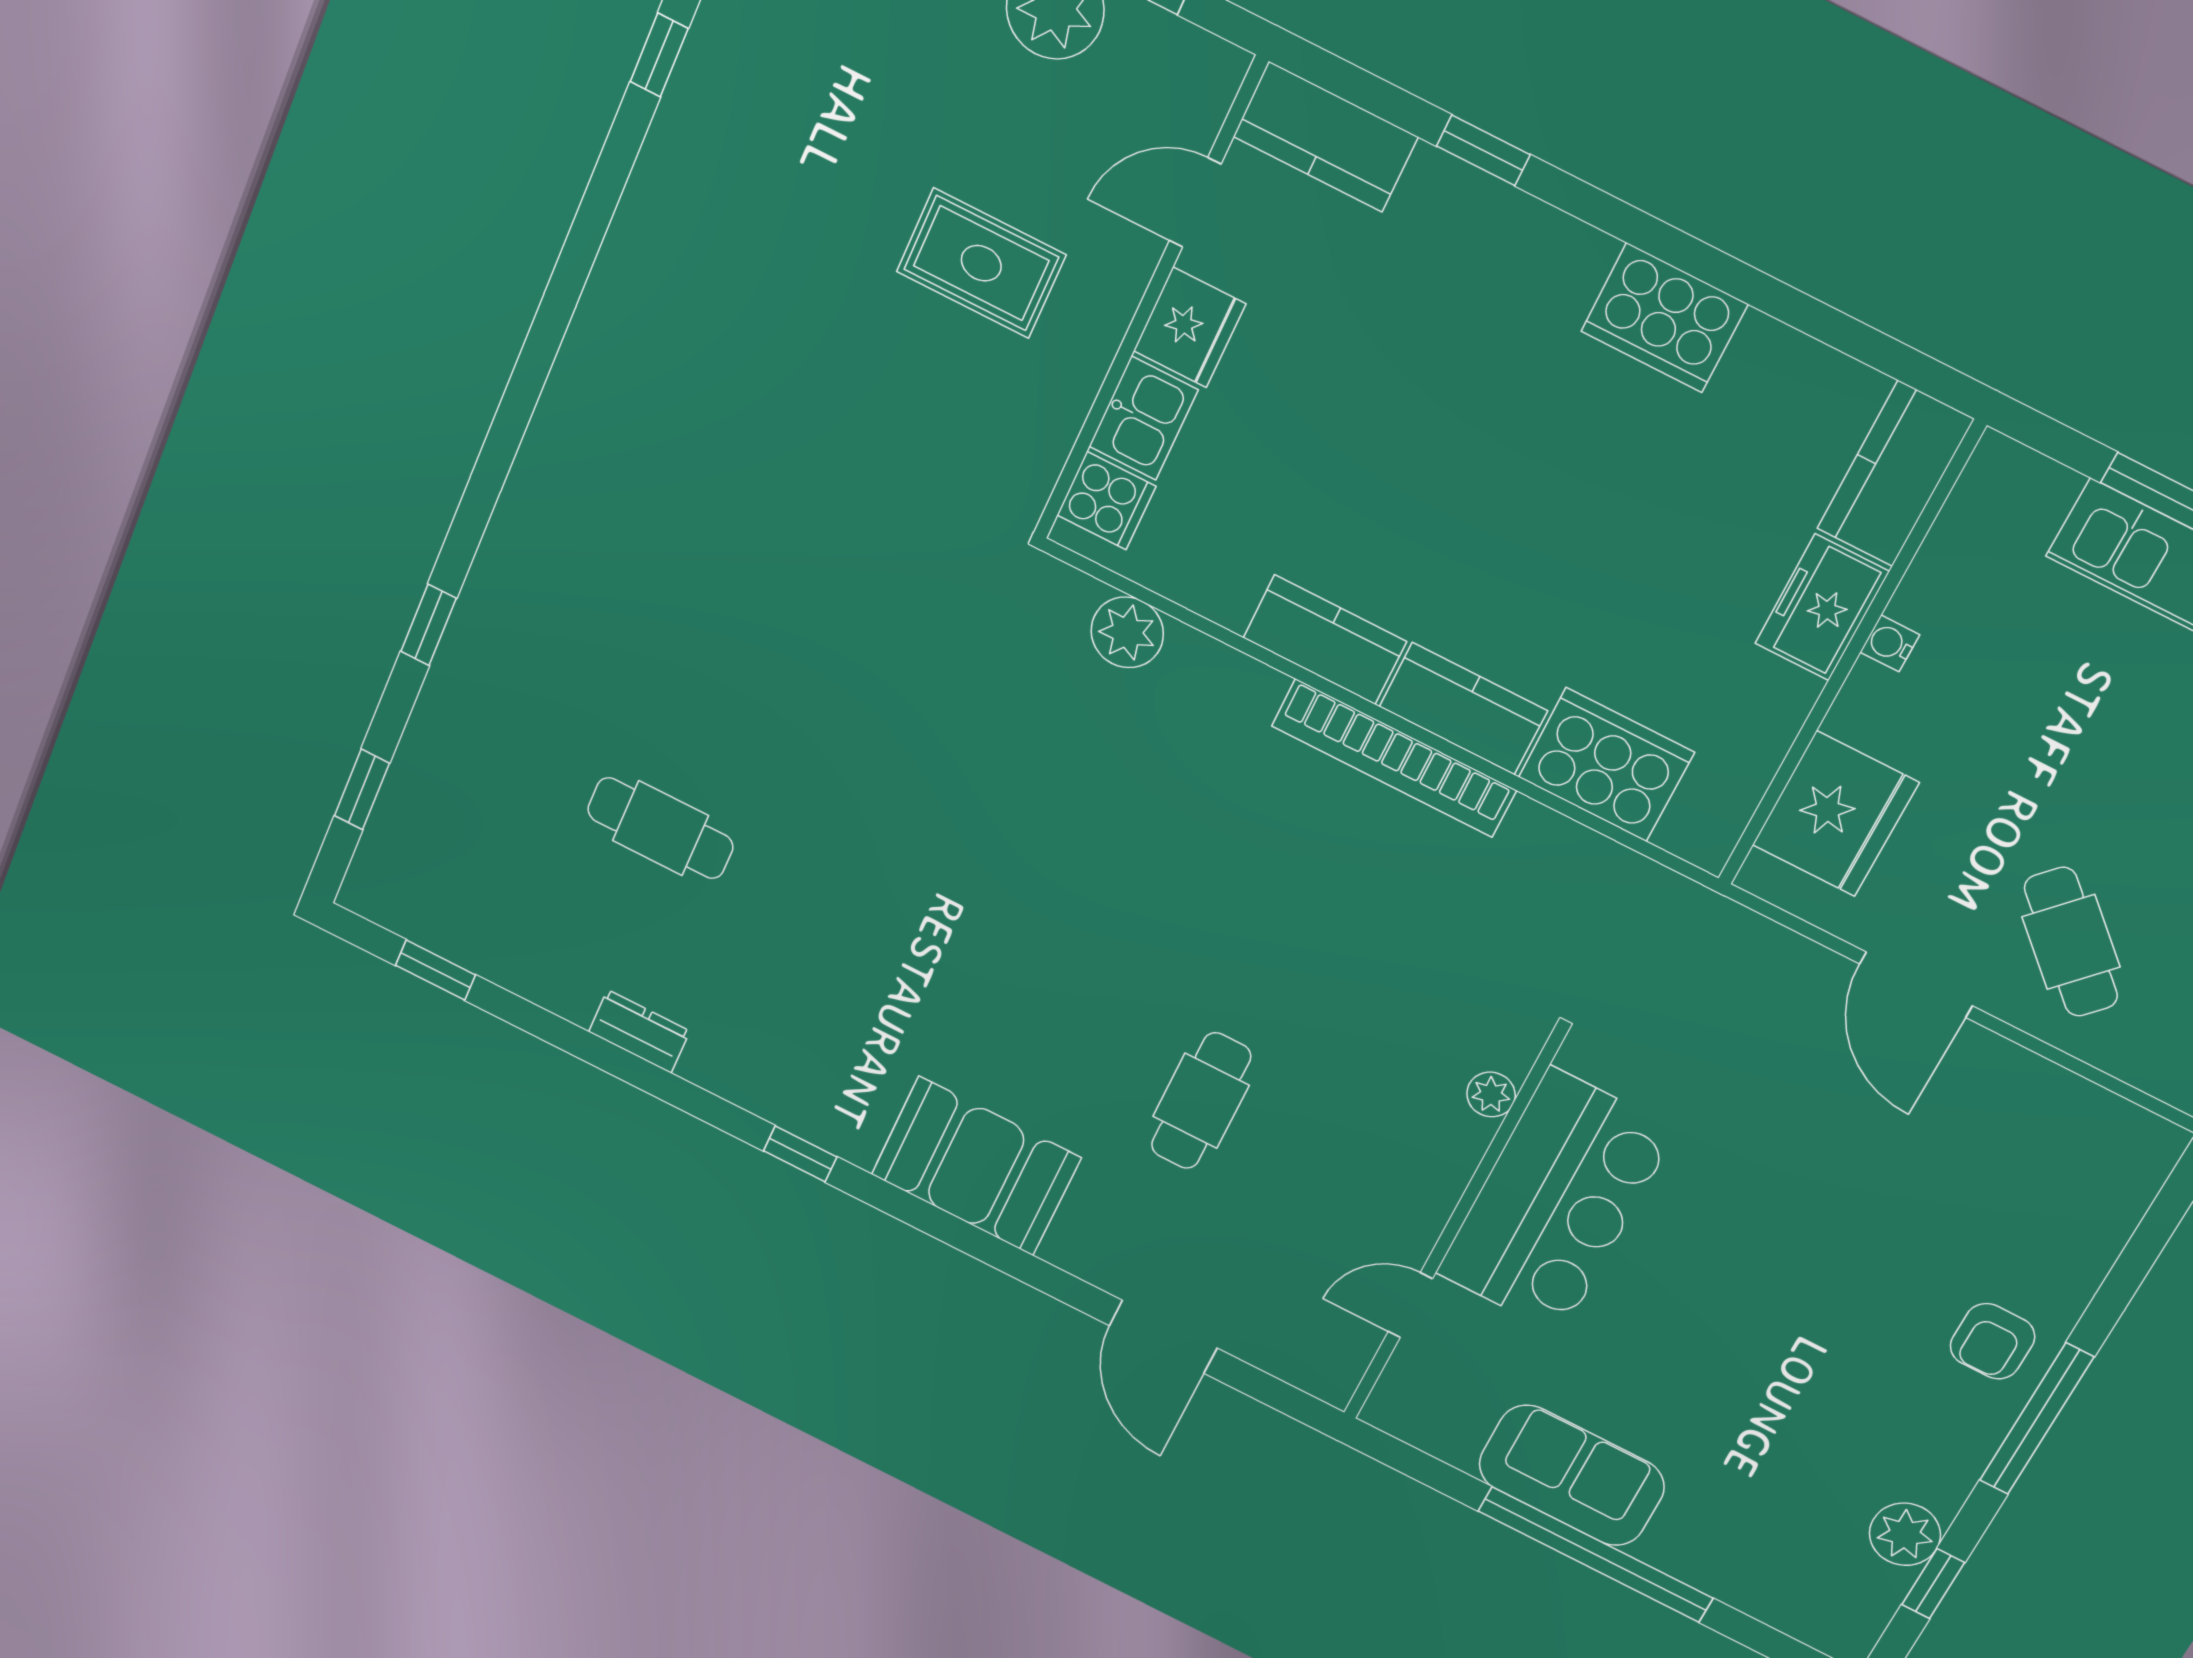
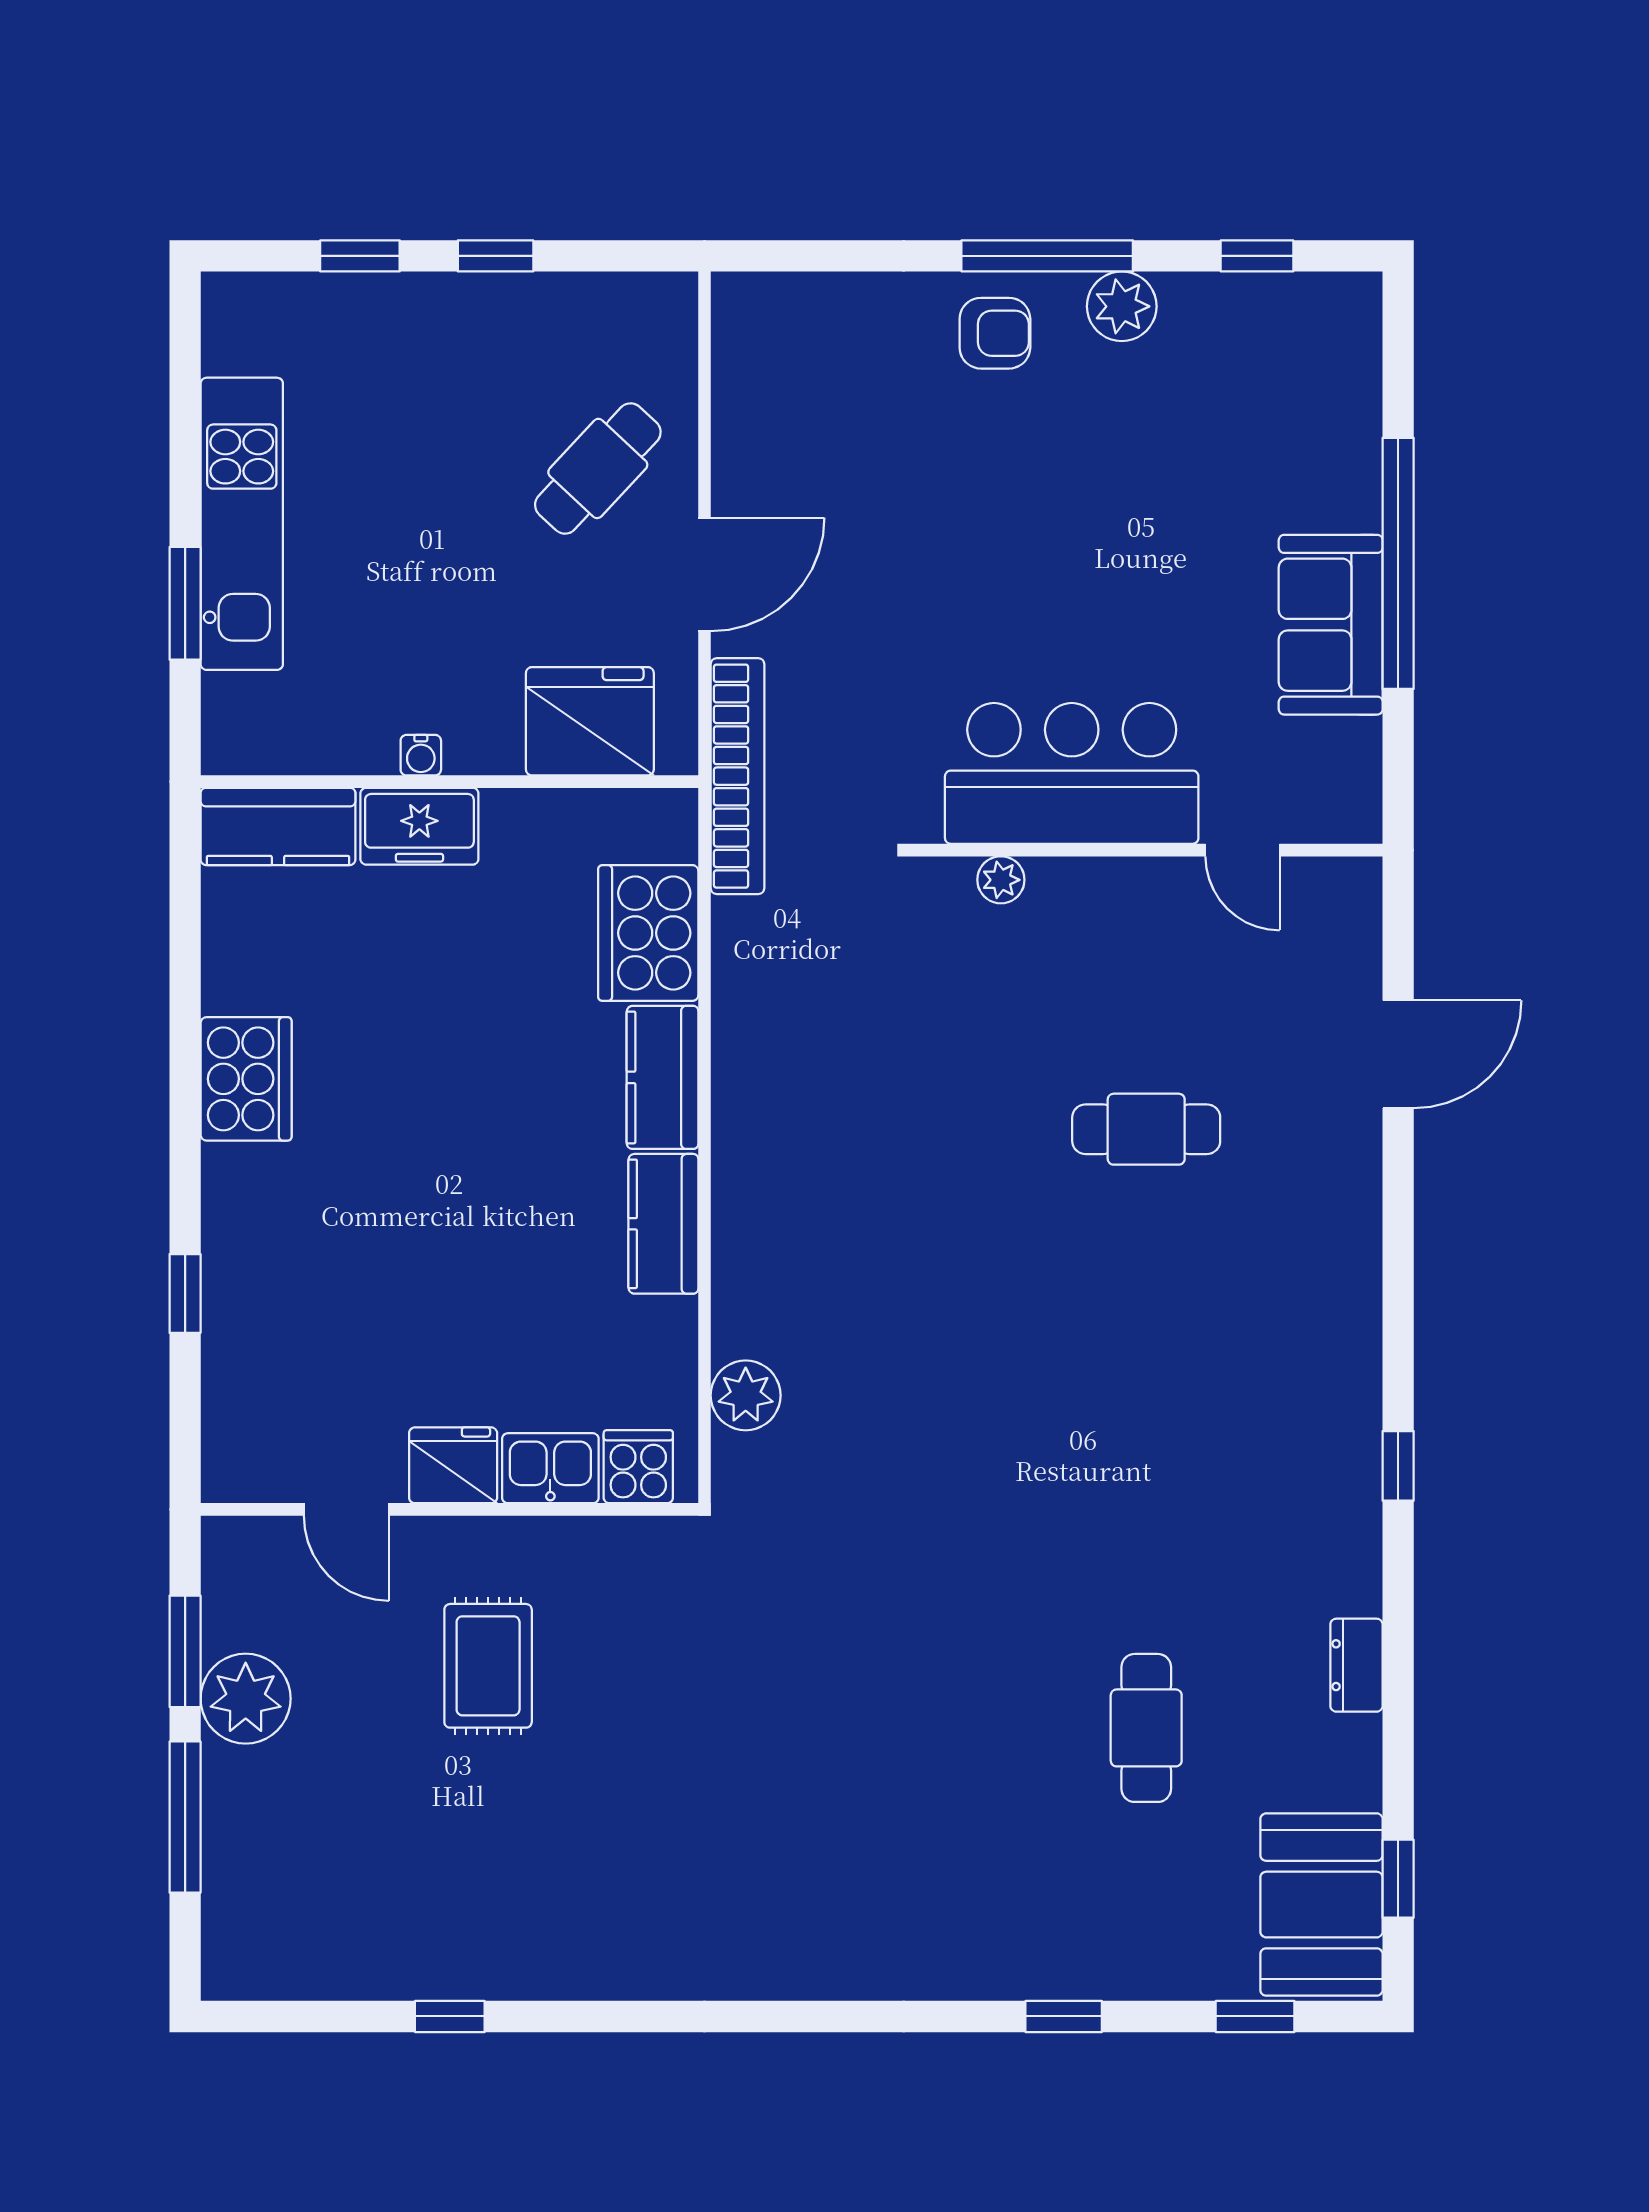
kitchen counter: (1325, 137) -> (239, 1427), removed
bookcase: (1394, 758) -> (737, 776), moved
booth: (976, 1166) -> (1321, 1905), moved
plant: (1905, 1534) -> (1122, 306), moved

